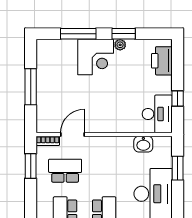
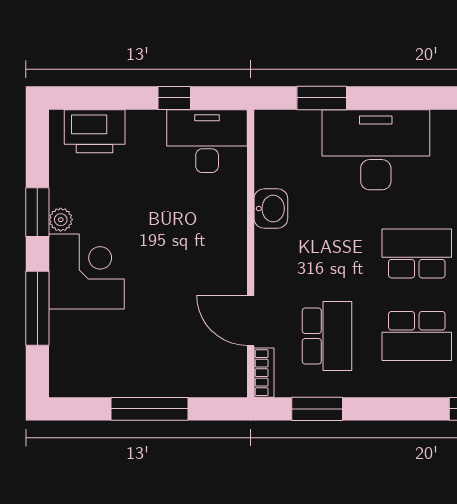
washbasin: (143, 144) -> (271, 209), moved
school desk: (65, 171) -> (327, 336), turned 180

